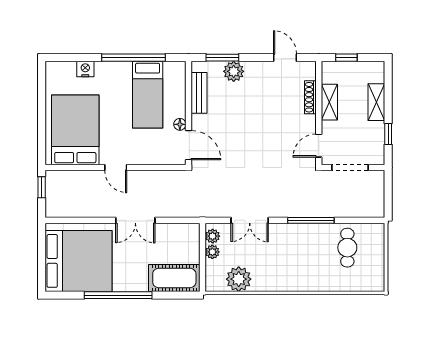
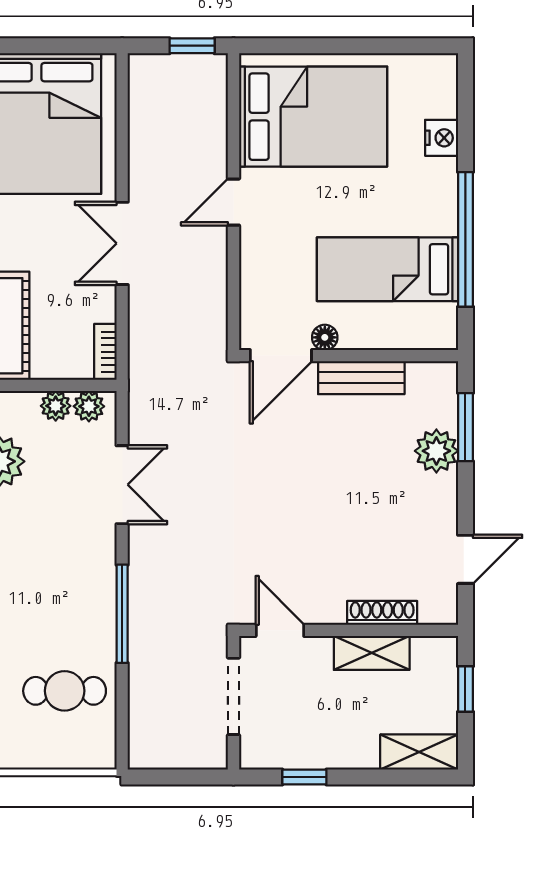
bench: (199, 93) -> (361, 378), moved
shelving: (376, 102) -> (419, 752), moved
double door: (250, 220) -> (122, 485), swing flipped
bookcase: (187, 228) -> (105, 352), added

